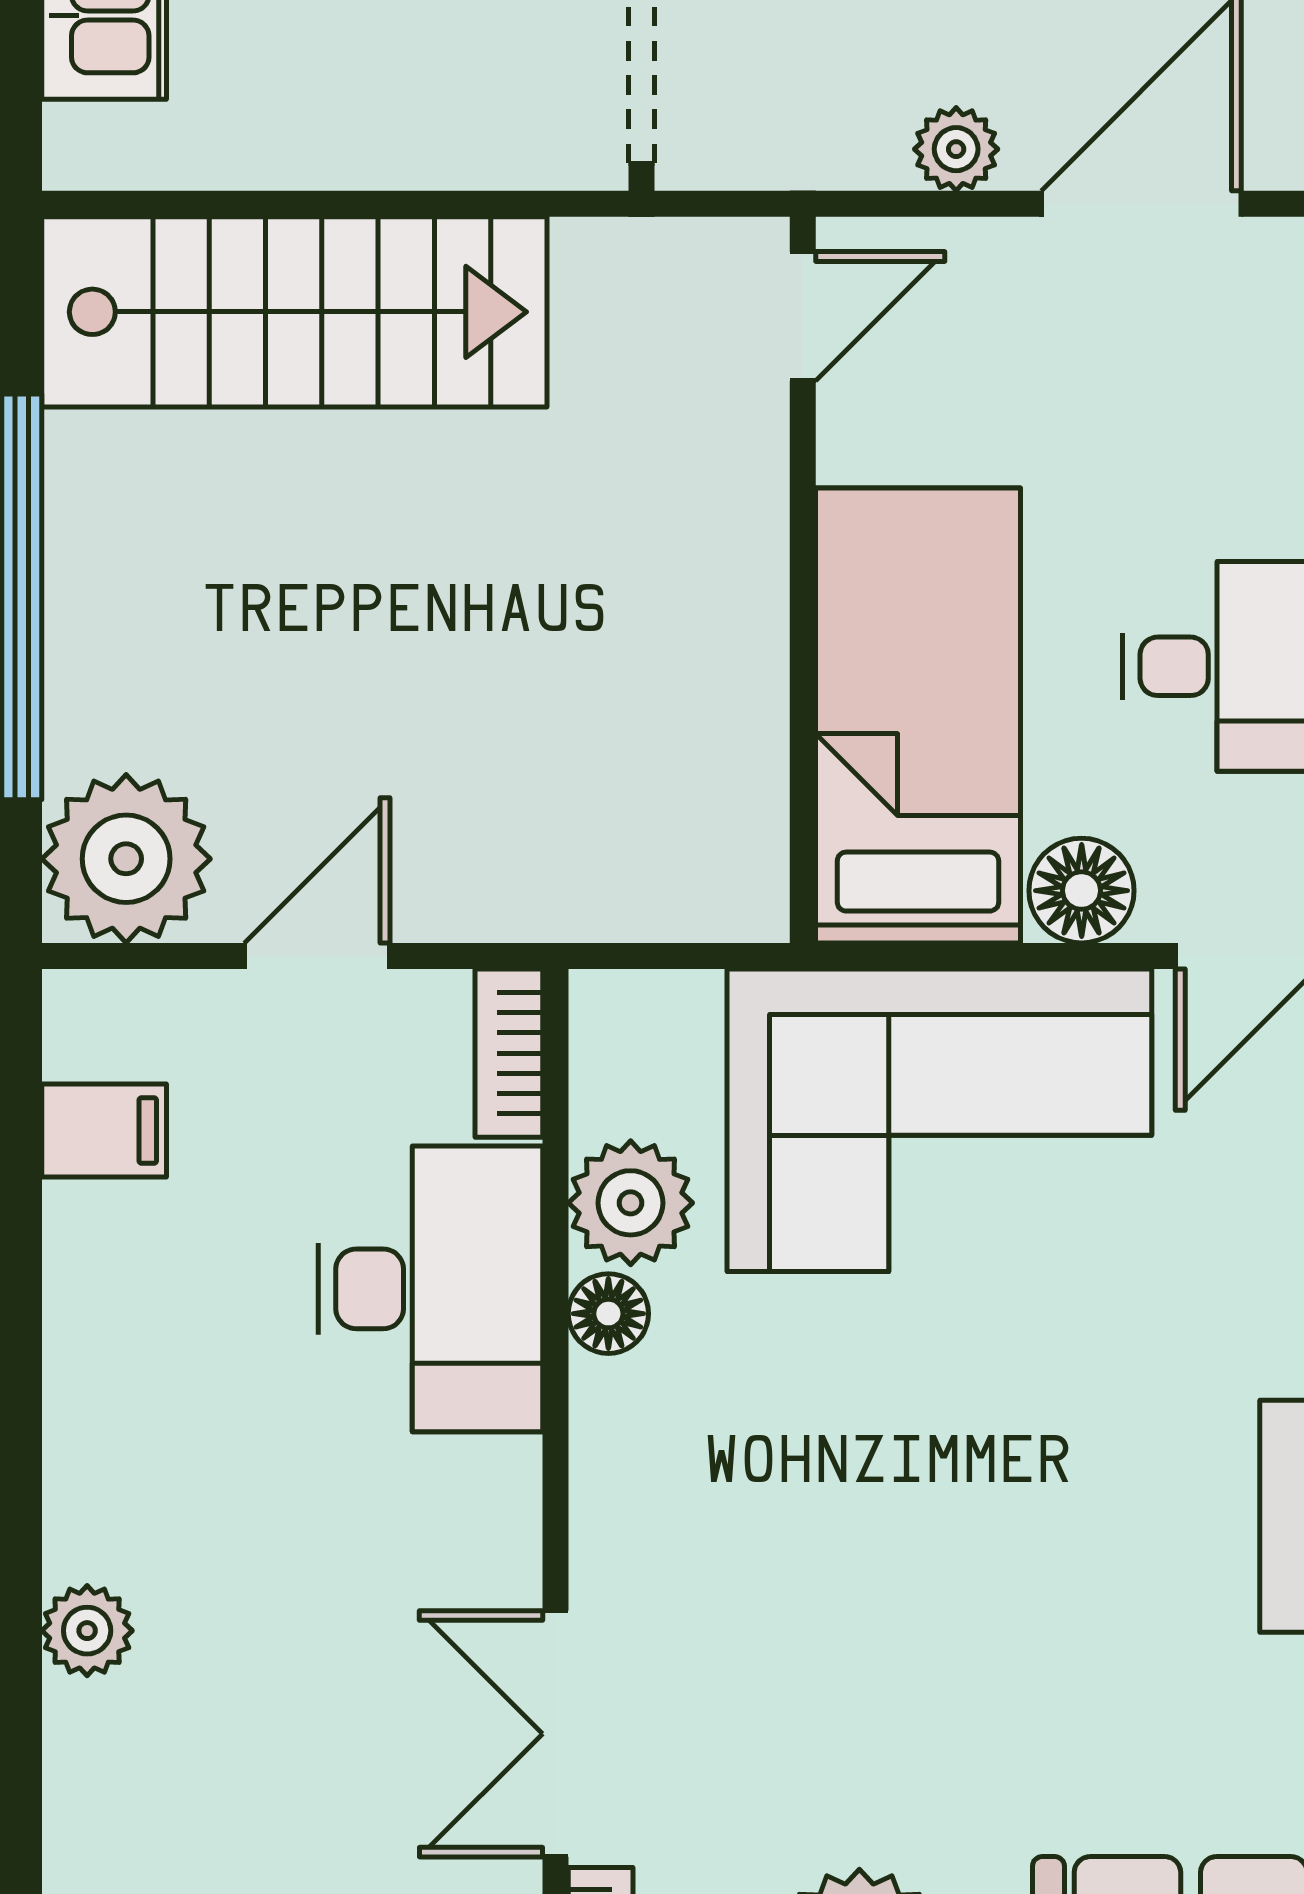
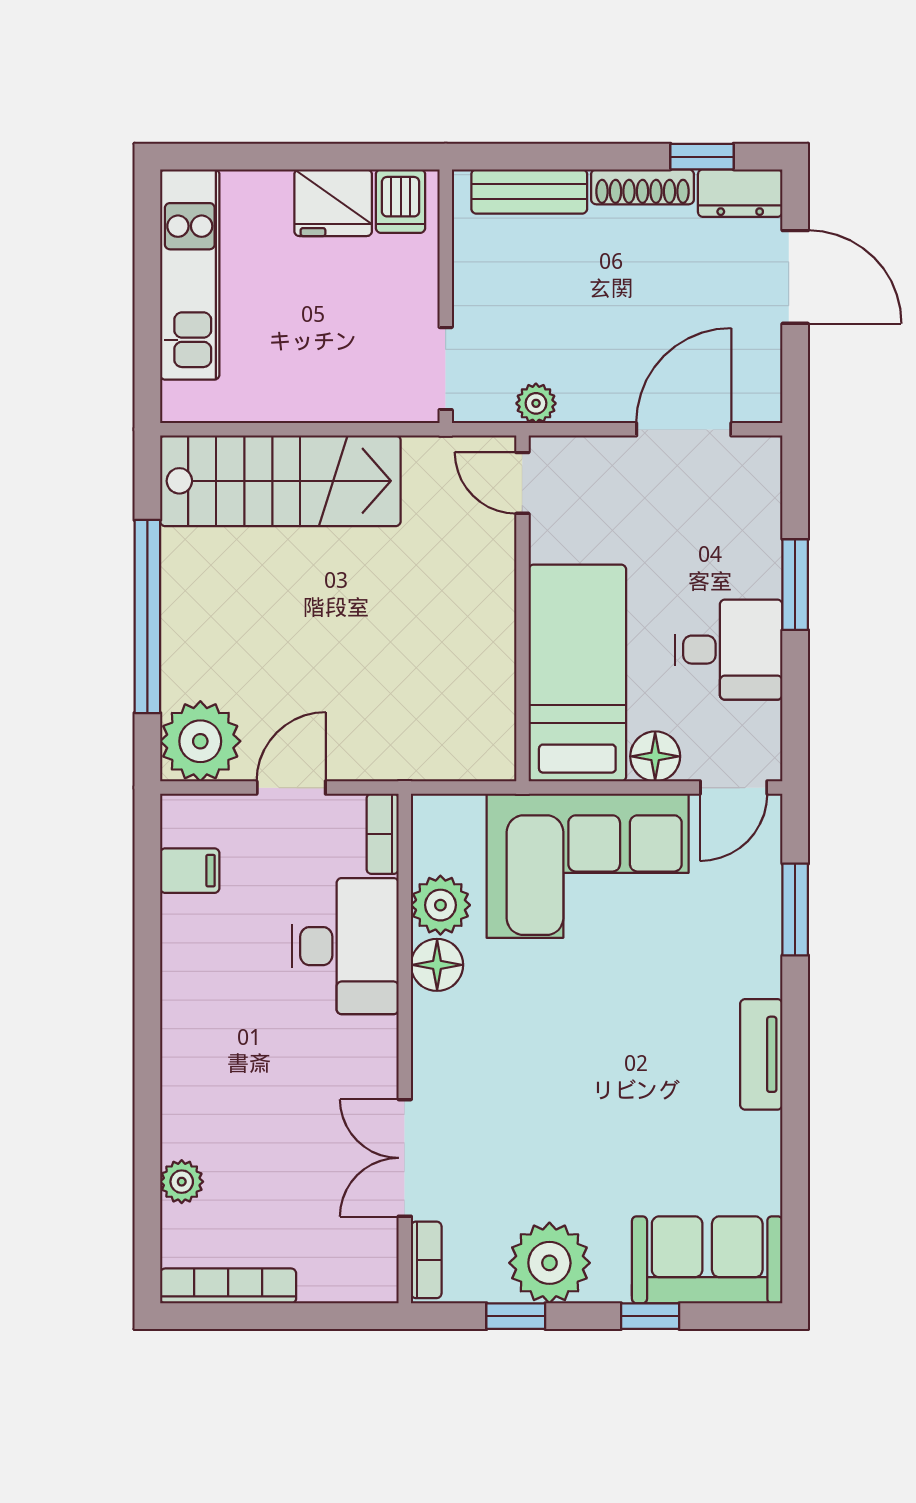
plant: (956, 149) -> (536, 403), moved
door: (803, 316) -> (522, 483), swing flipped
floor lamp: (608, 1314) -> (437, 965), width x1.37, depth x1.37
plant: (87, 1631) -> (182, 1182), moved

